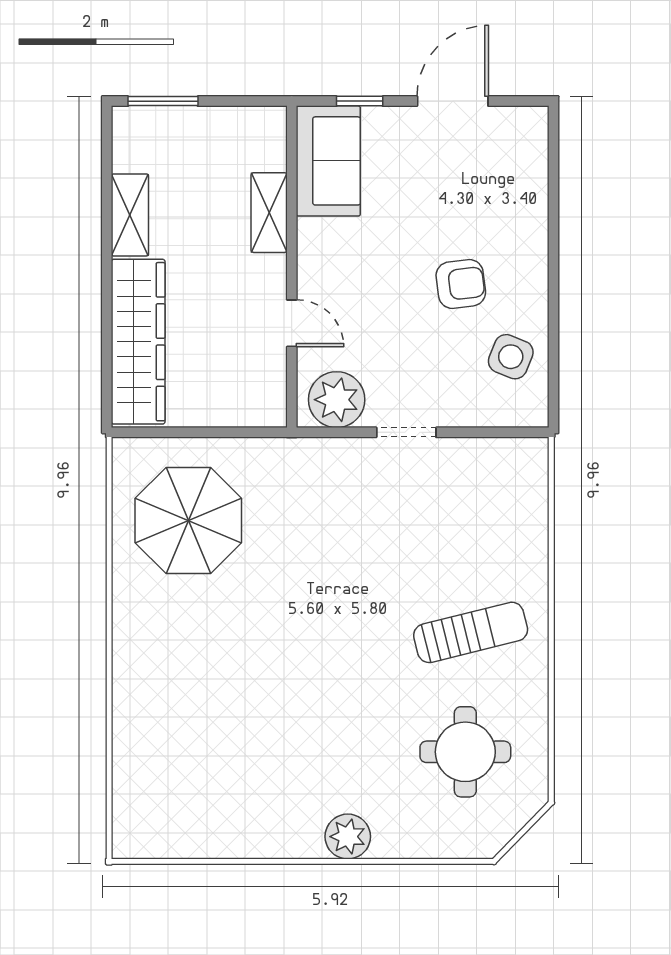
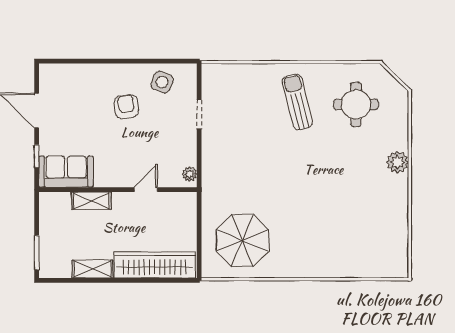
plant: (337, 400) -> (190, 174), width x0.53, depth x0.53
doorway: (406, 432) -> (199, 114), moved

